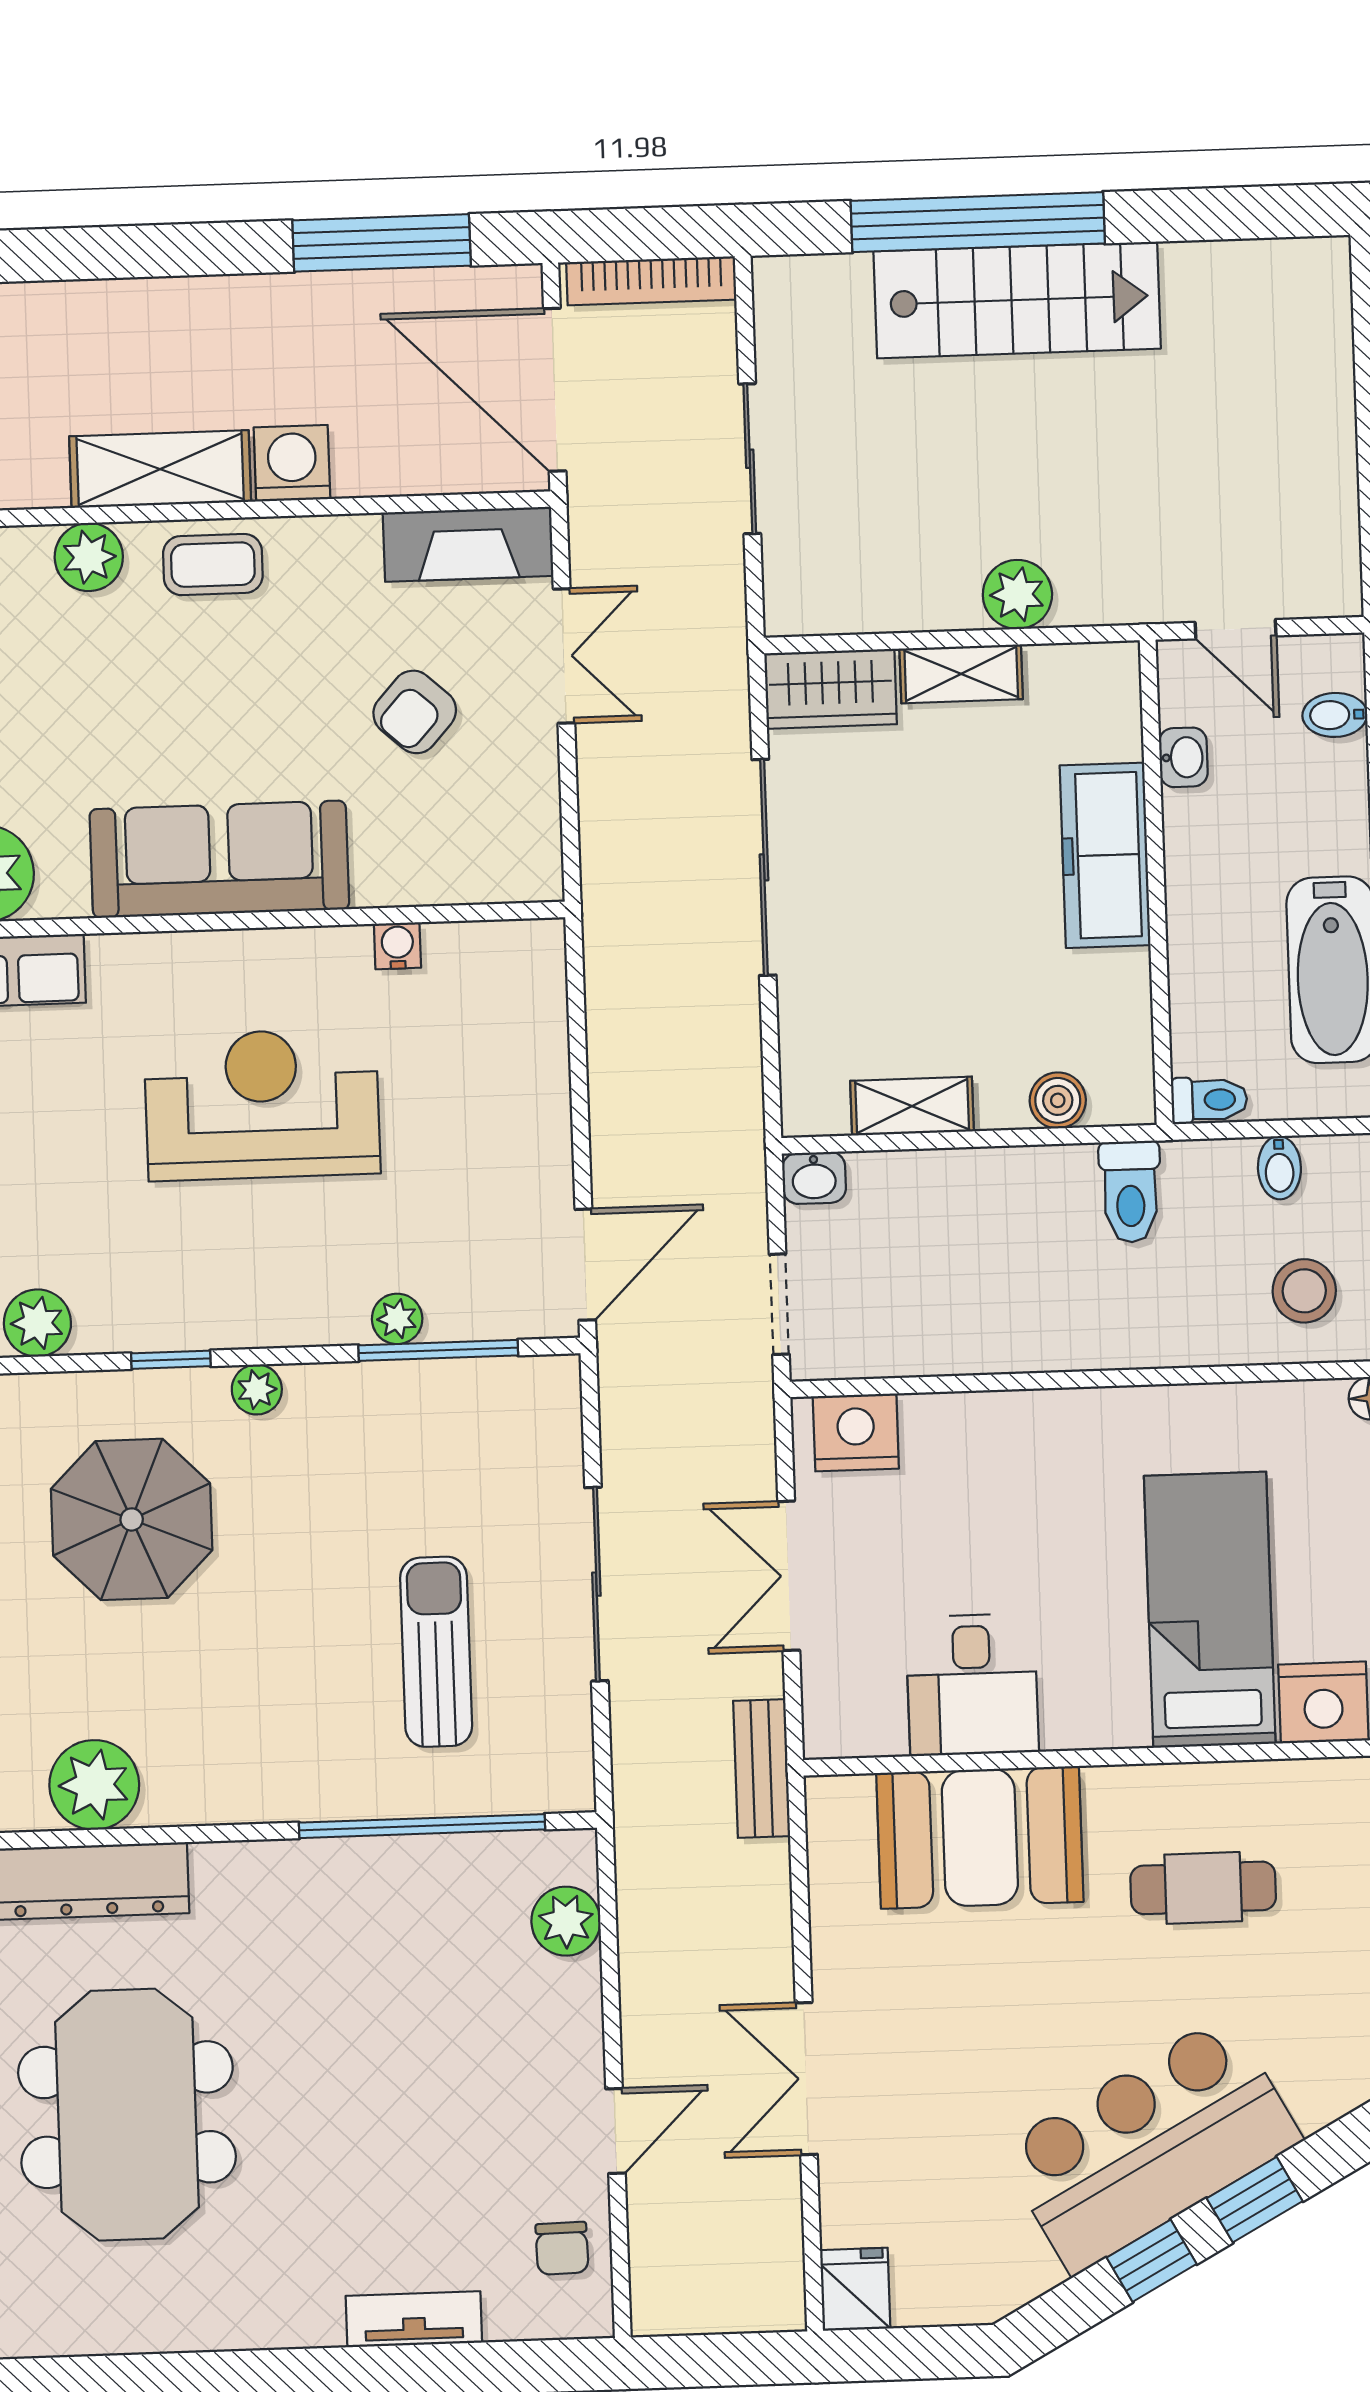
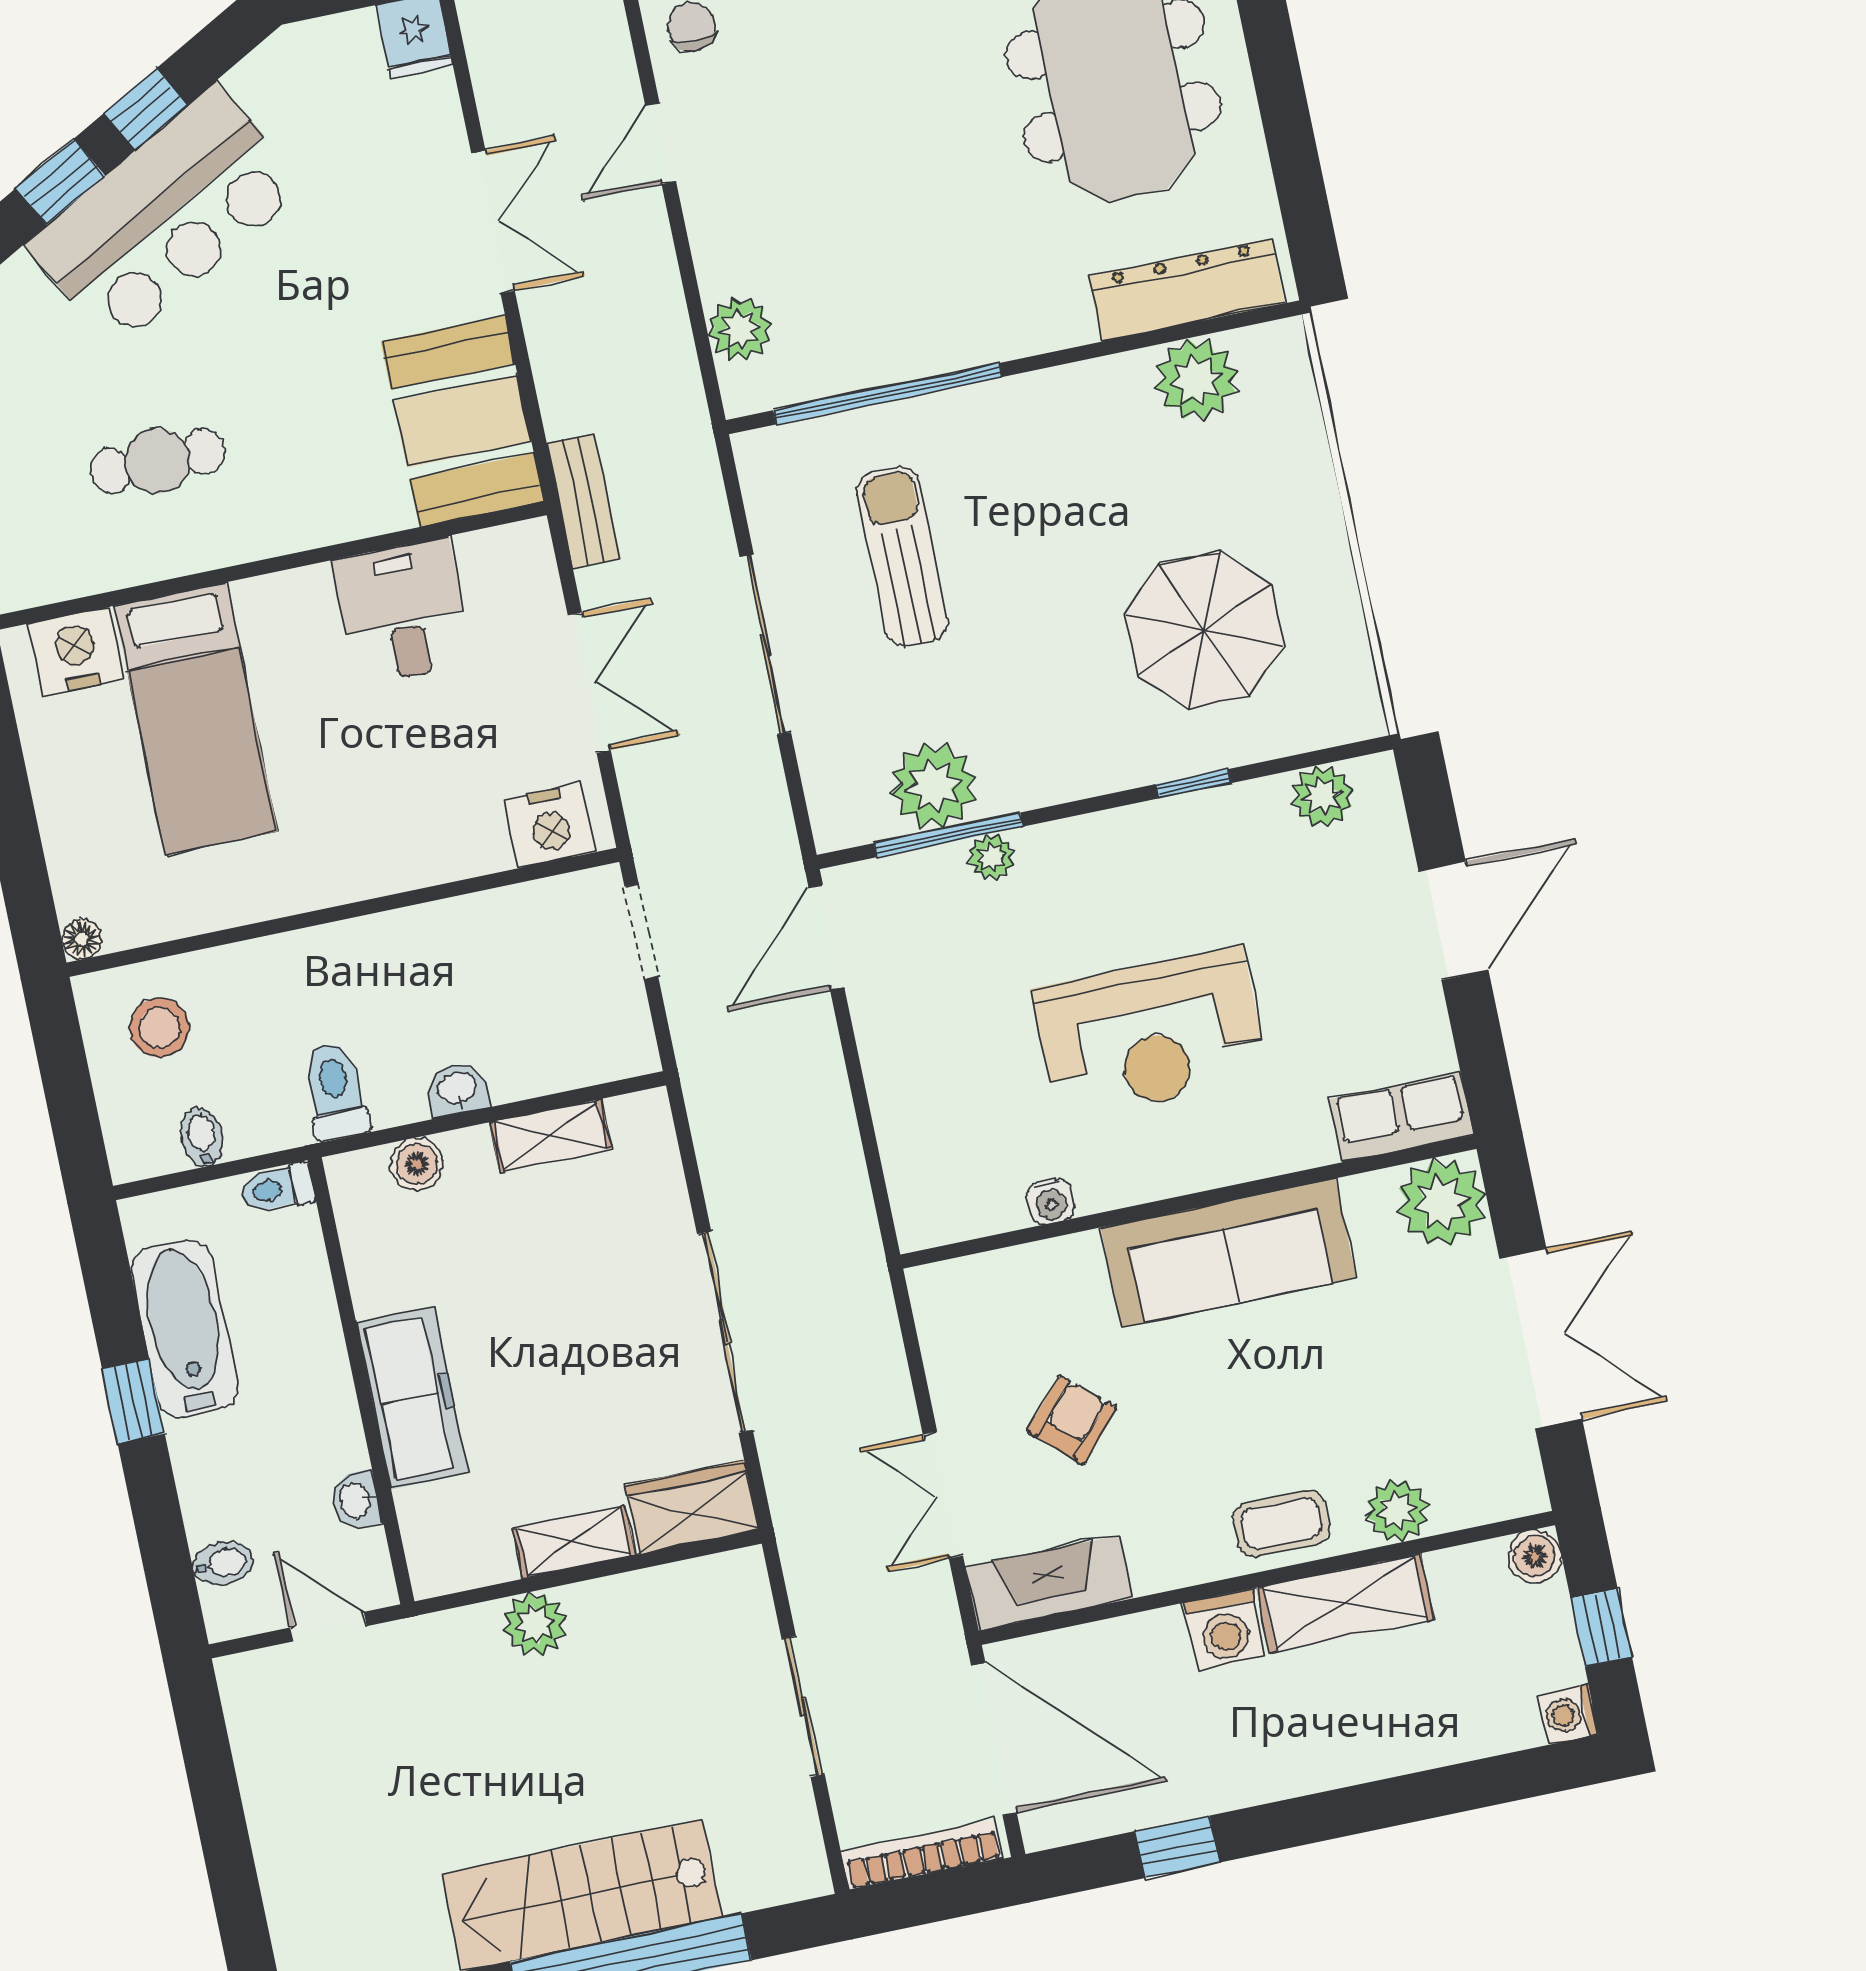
window: (382, 243) -> (1177, 1847), width x0.46
washbasin: (814, 1178) -> (458, 1090), moved
plant: (257, 1389) -> (934, 786), moved, width x1.88, depth x1.88
sun lounger: (436, 1652) -> (902, 557), turned 180
booth: (980, 1837) -> (462, 421), moved, turned 90

